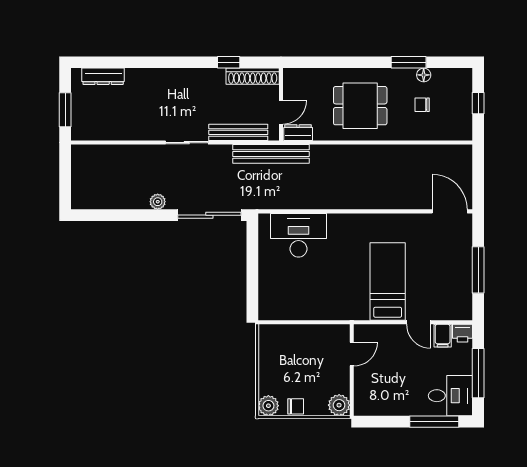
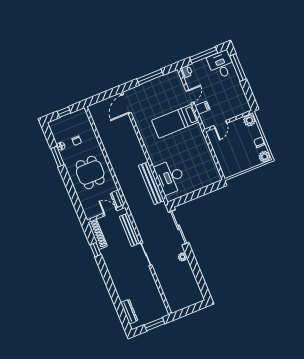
bench: (271, 154) -> (151, 183), moved
filing cabinet: (443, 336) -> (202, 108), moved
door: (352, 354) -> (220, 124), swing flipped

